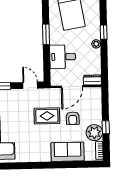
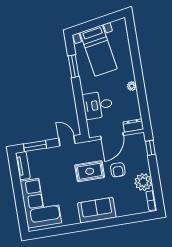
window: (104, 32) -> (138, 72), removed
window: (46, 34) -> (74, 66), moved
window: (106, 127) -> (150, 148), moved
sofa: (68, 152) -> (97, 210), moved

